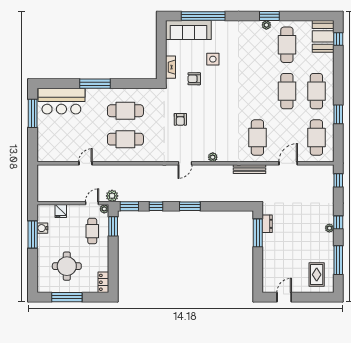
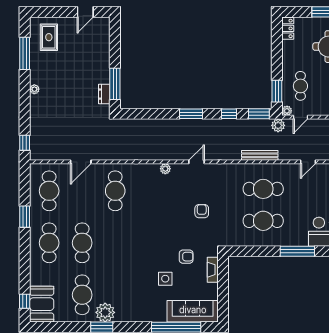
plant: (266, 25) -> (105, 312), width x1.87, depth x1.87
bench: (250, 169) -> (260, 155), moved
window: (338, 222) -> (25, 96), removed

